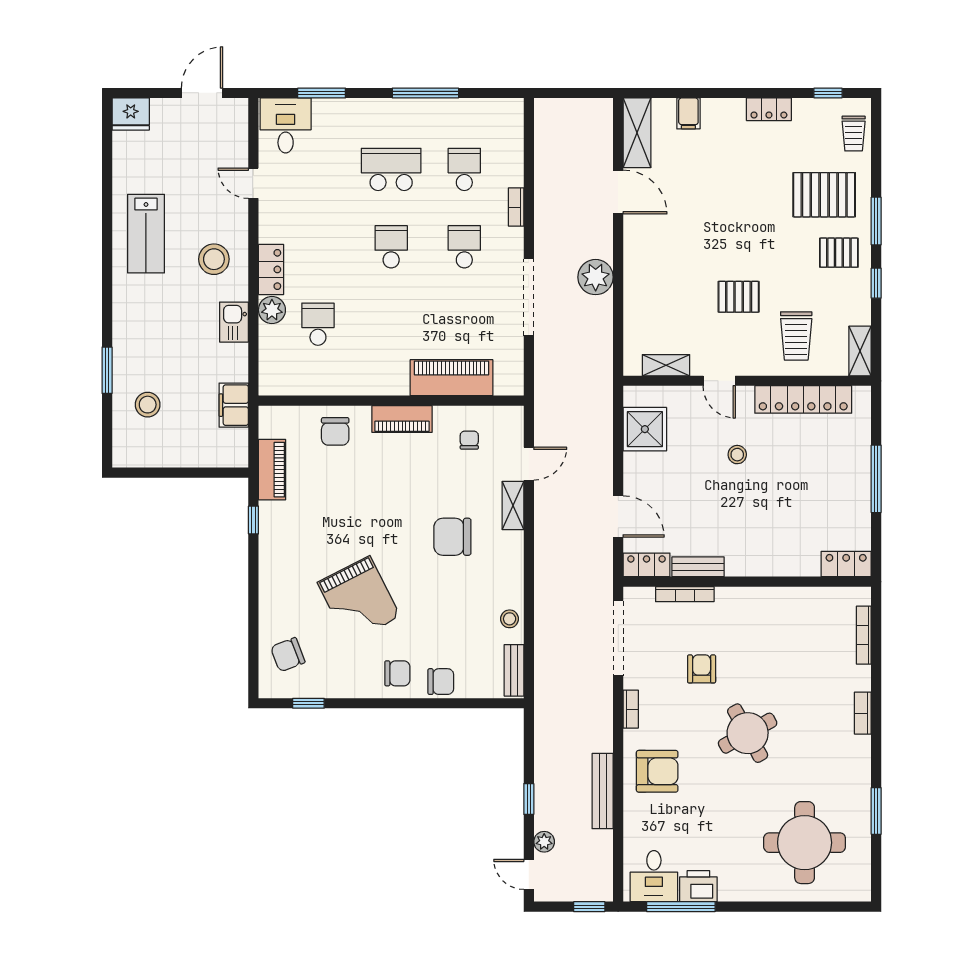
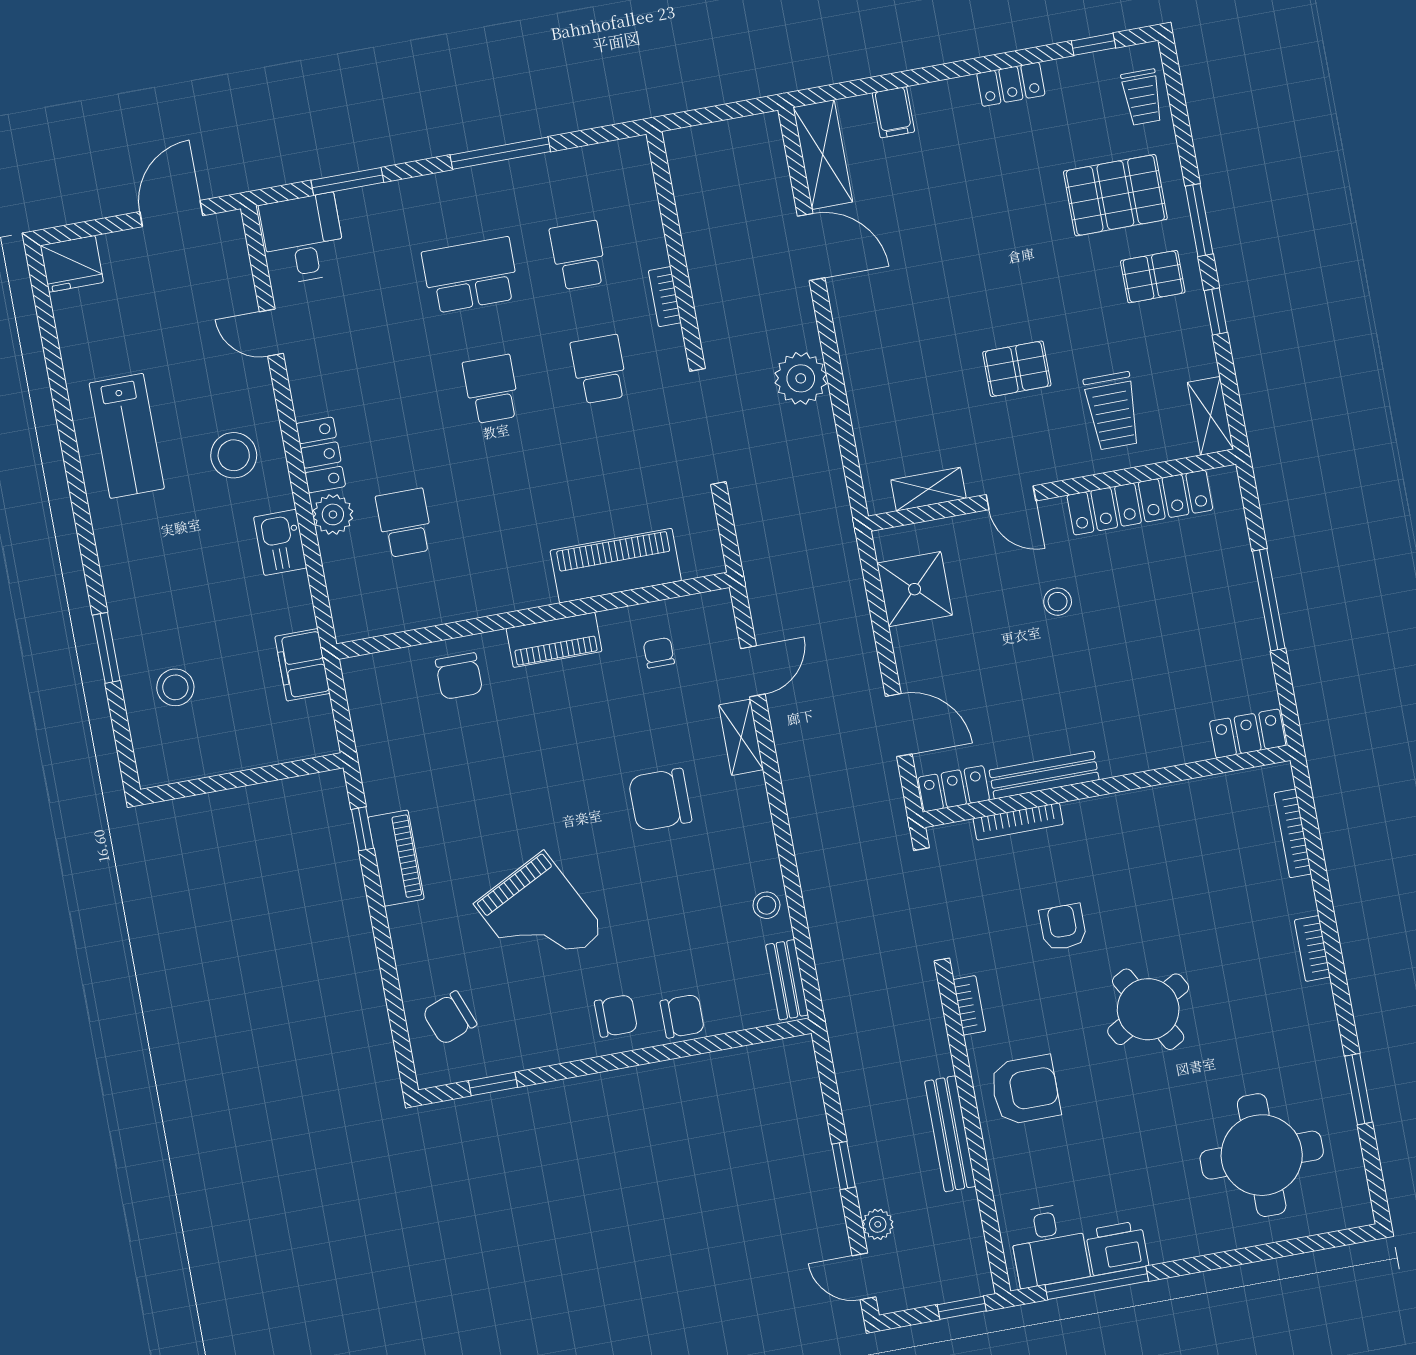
piano: (272, 470) -> (396, 858), moved
bench: (698, 567) -> (1044, 775), width x1.36

